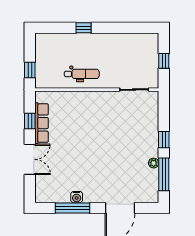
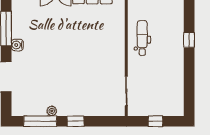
dental chair: (82, 74) -> (142, 38), turned 180
water cooler: (77, 197) -> (17, 45), moved

